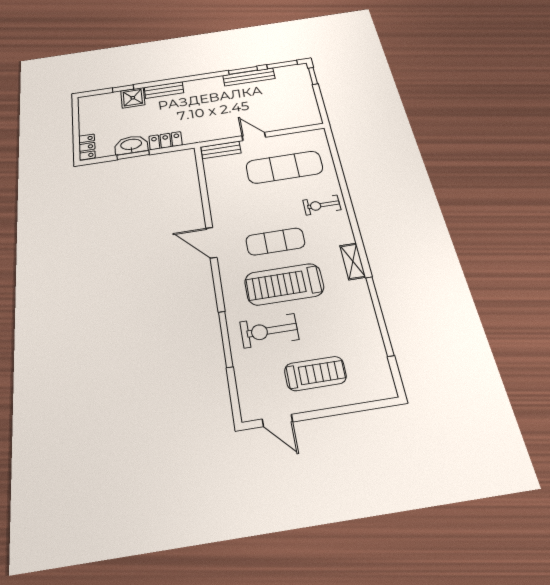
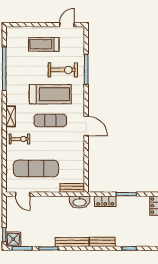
bench: (249, 77) -> (72, 242), moved
shower: (133, 98) -> (13, 239), moved
door: (254, 136) -> (23, 194), moved
washbasin: (131, 145) -> (80, 202), moved
shelving: (353, 261) -> (11, 116), moved
door: (277, 421) -> (67, 25), hinge flipped

